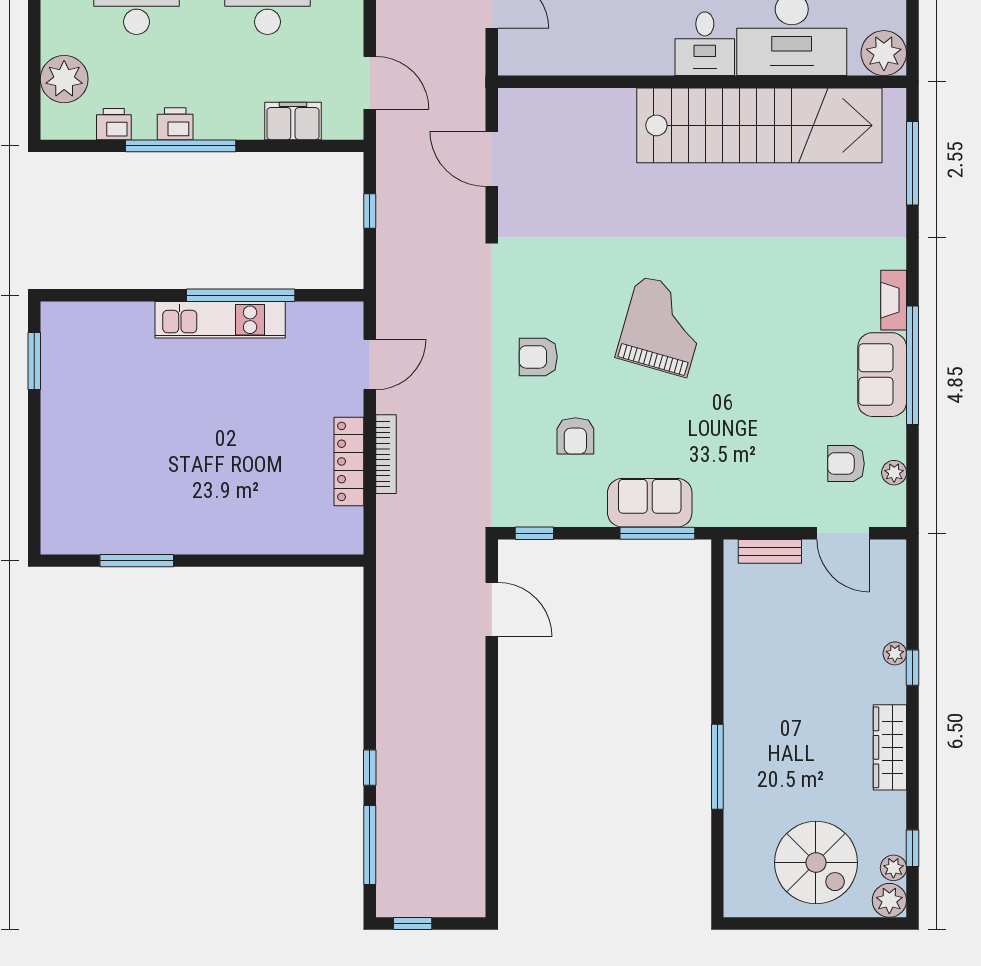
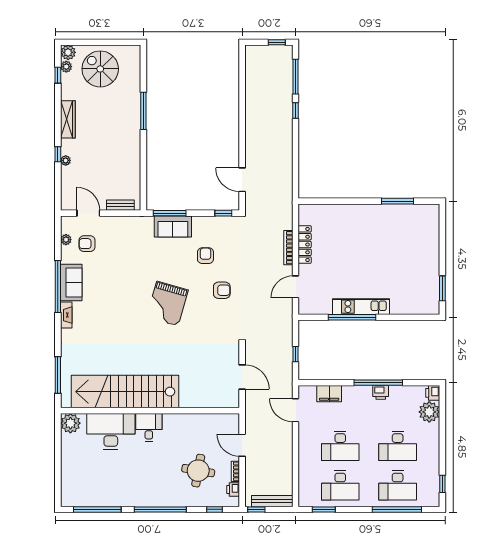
printer: (114, 124) -> (433, 393), moved, turned 90
armchair: (846, 464) -> (87, 244), turned 180

